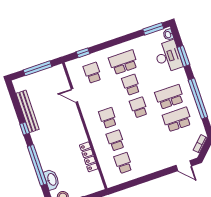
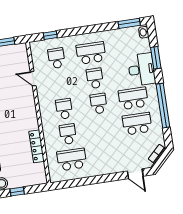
desk: (168, 56) -> (142, 69), moved
school desk: (123, 163) -> (72, 159), width x1.85

